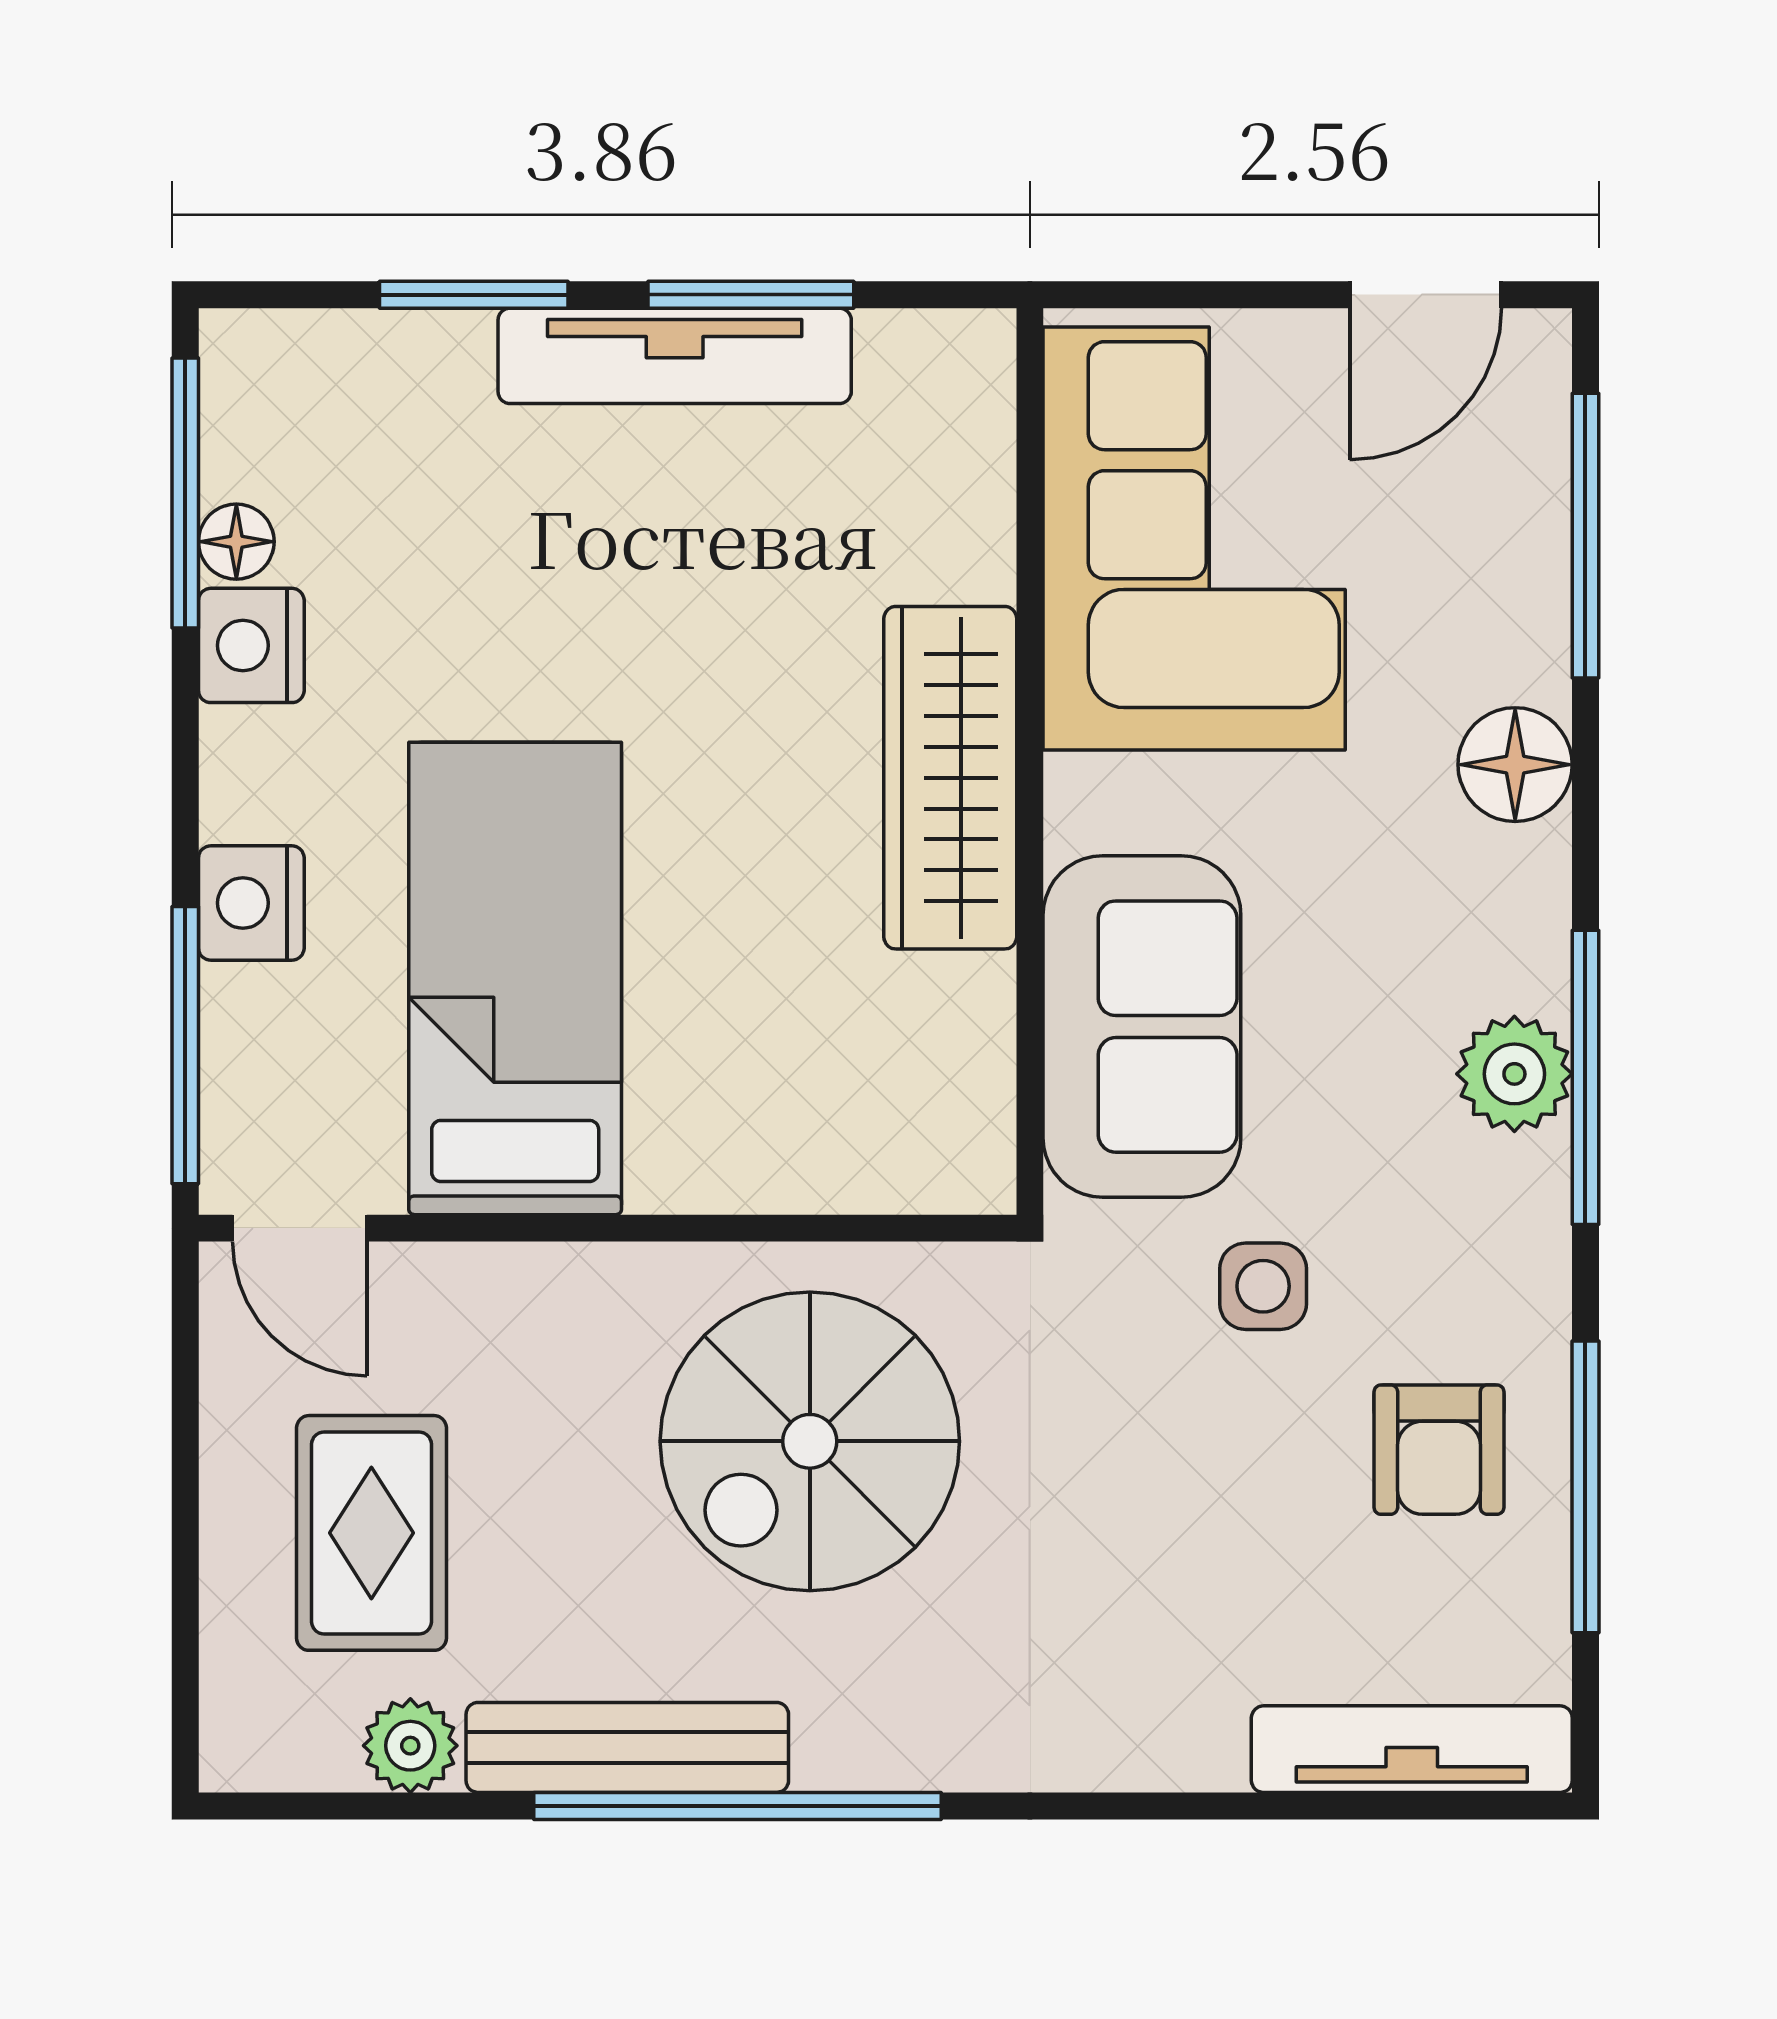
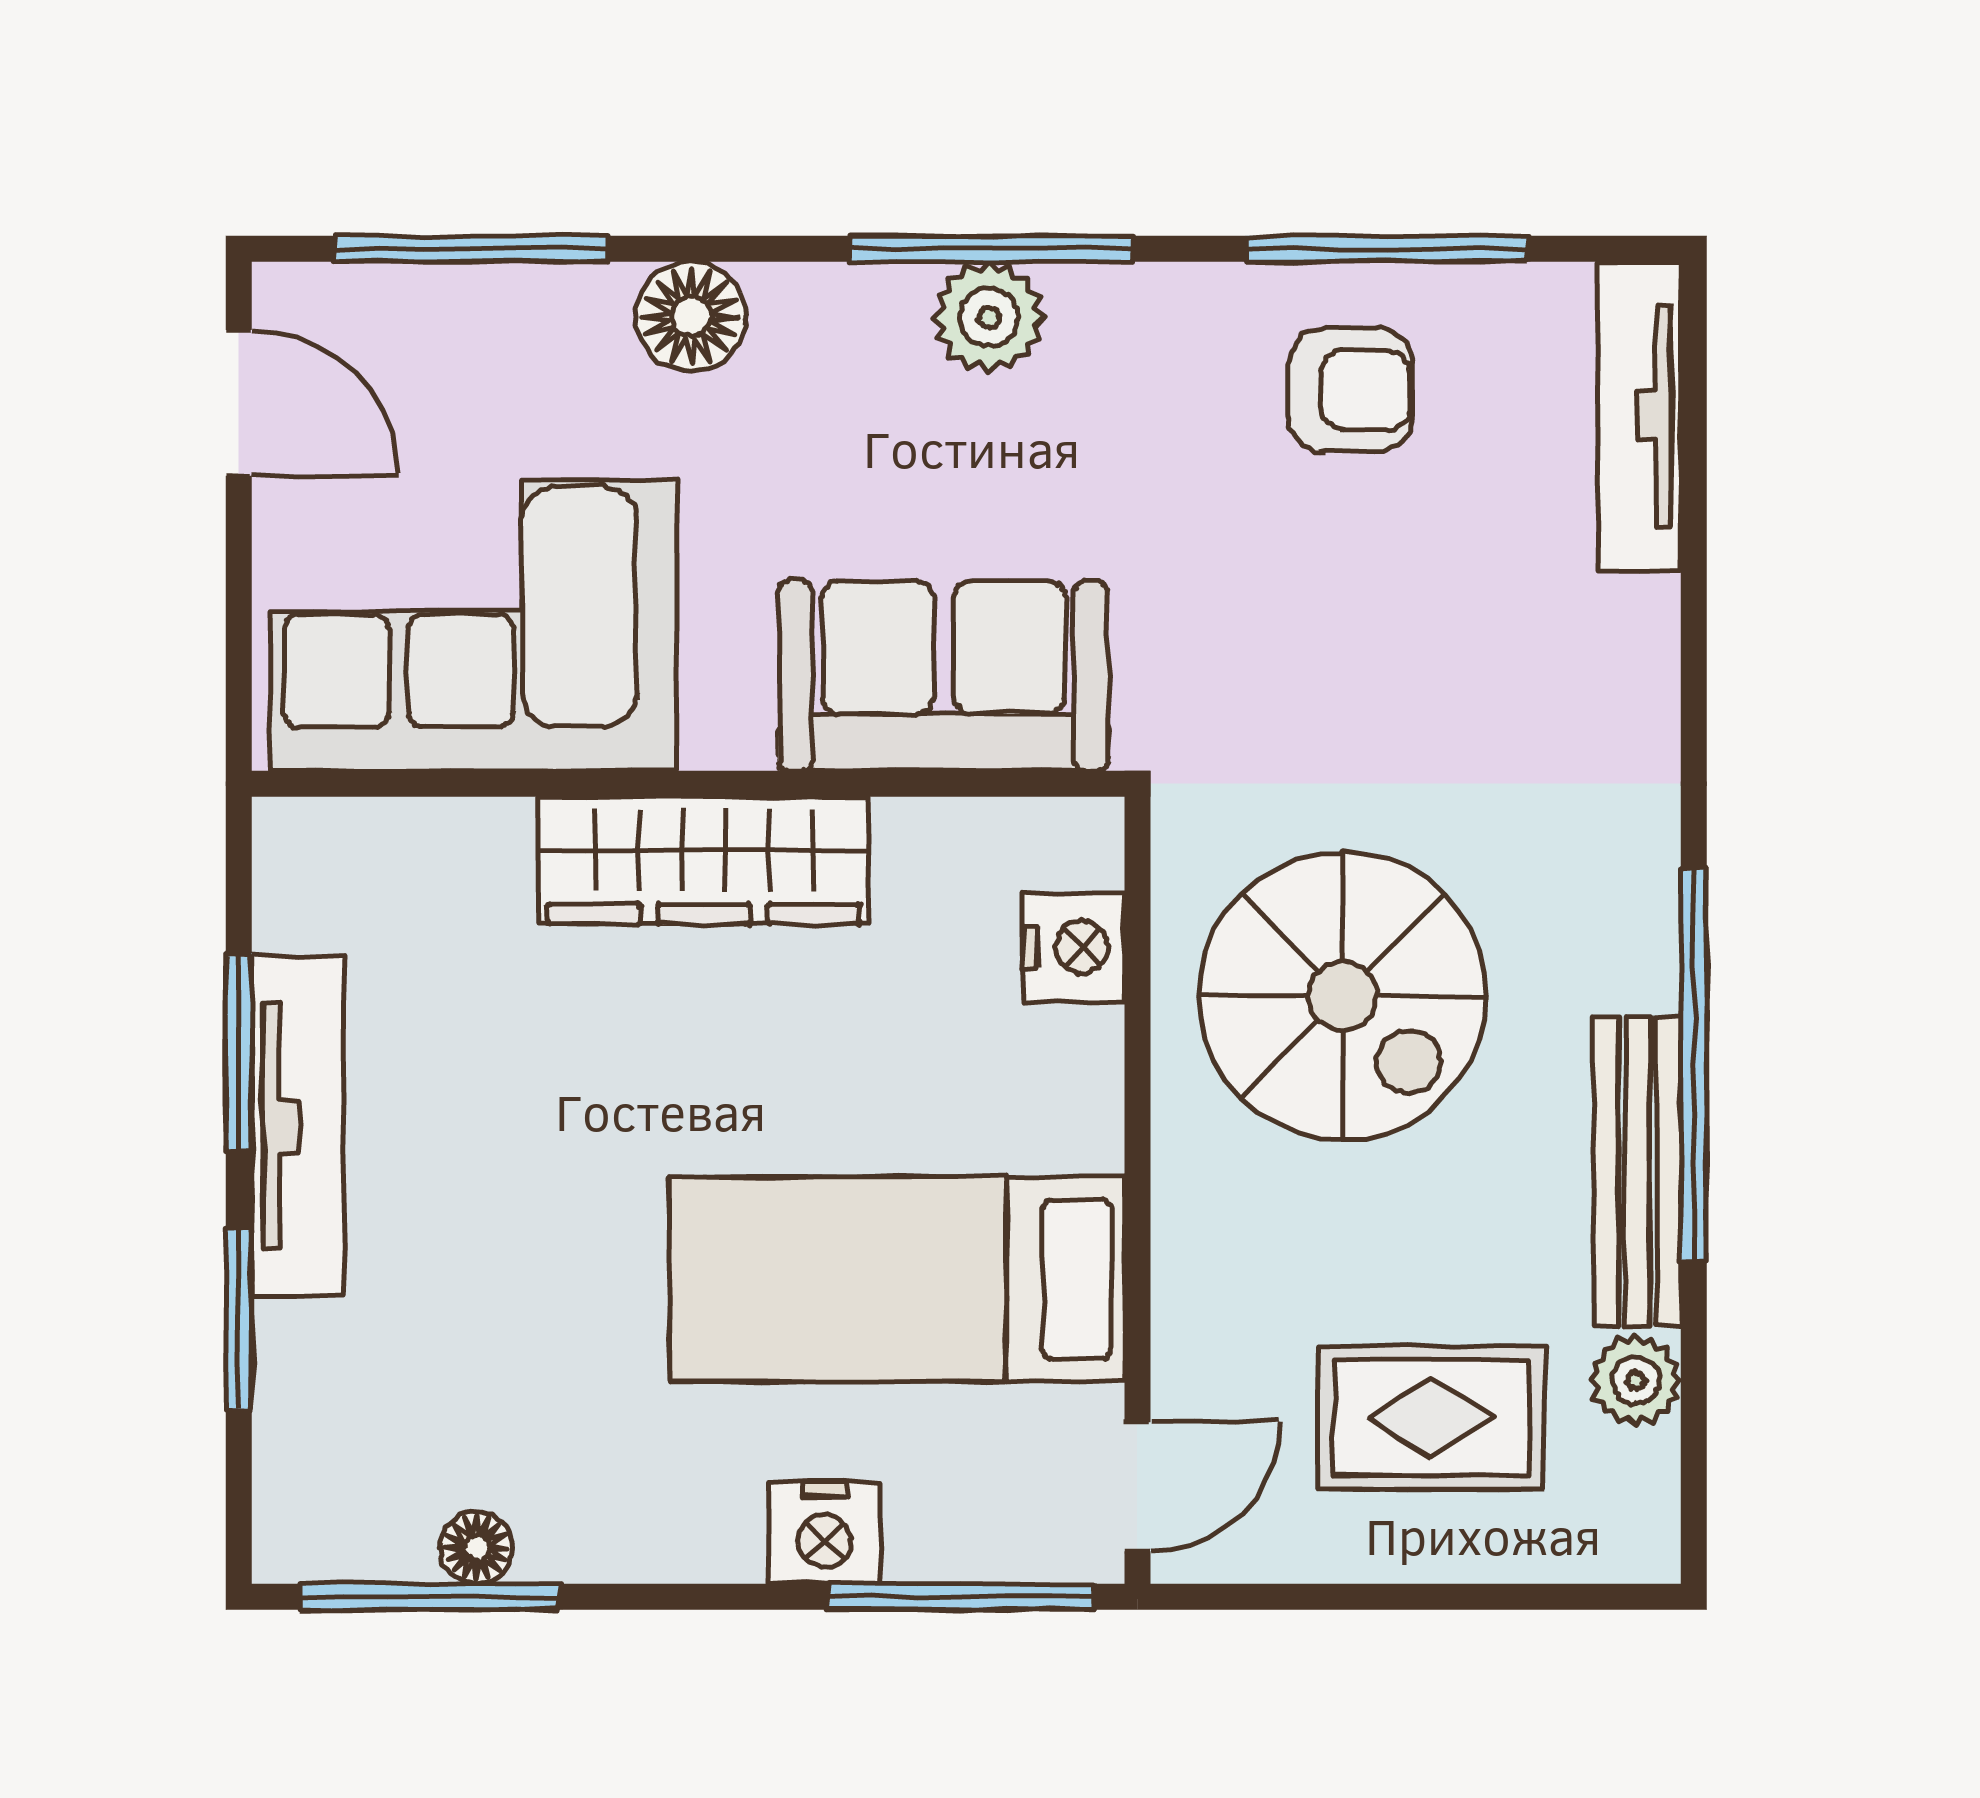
nightstand: (251, 645) -> (1074, 947), moved, turned -90
side table: (1263, 1286) -> (1193, 559), removed

